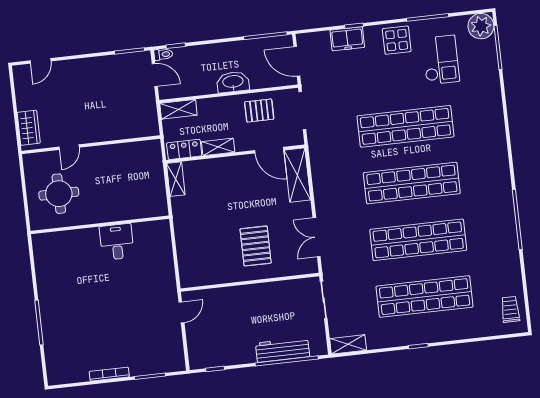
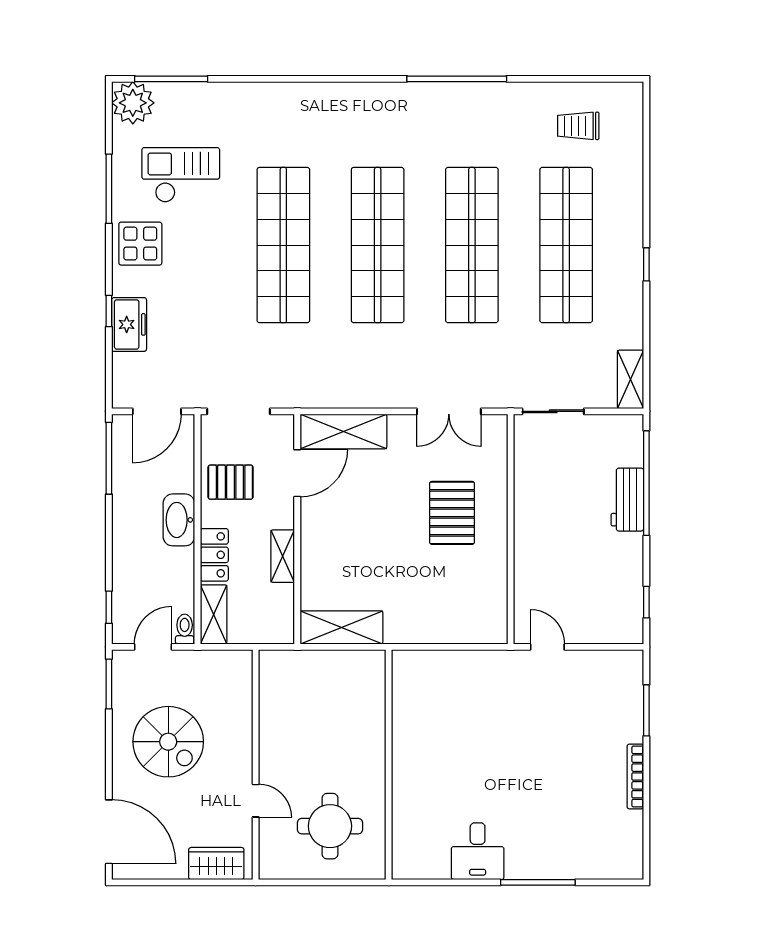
toilet: (163, 54) -> (185, 629), moved
door: (41, 61) -> (109, 832), width x1.87
spiral stairs: (99, 91) -> (168, 742), added
pallet: (259, 111) -> (231, 482), turned 90
locker: (184, 149) -> (214, 555), moved, turned 180
shelving: (176, 179) -> (342, 627), width x1.50, depth x1.33
desk: (117, 242) -> (478, 851), moved, turned -90
pallet: (256, 246) -> (452, 513), turned 90
trolley: (510, 309) -> (578, 126), moved
workbench: (283, 350) -> (627, 500), width x0.73

